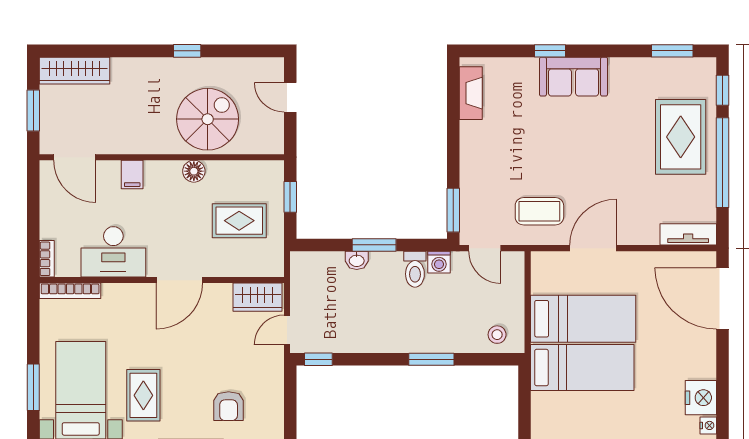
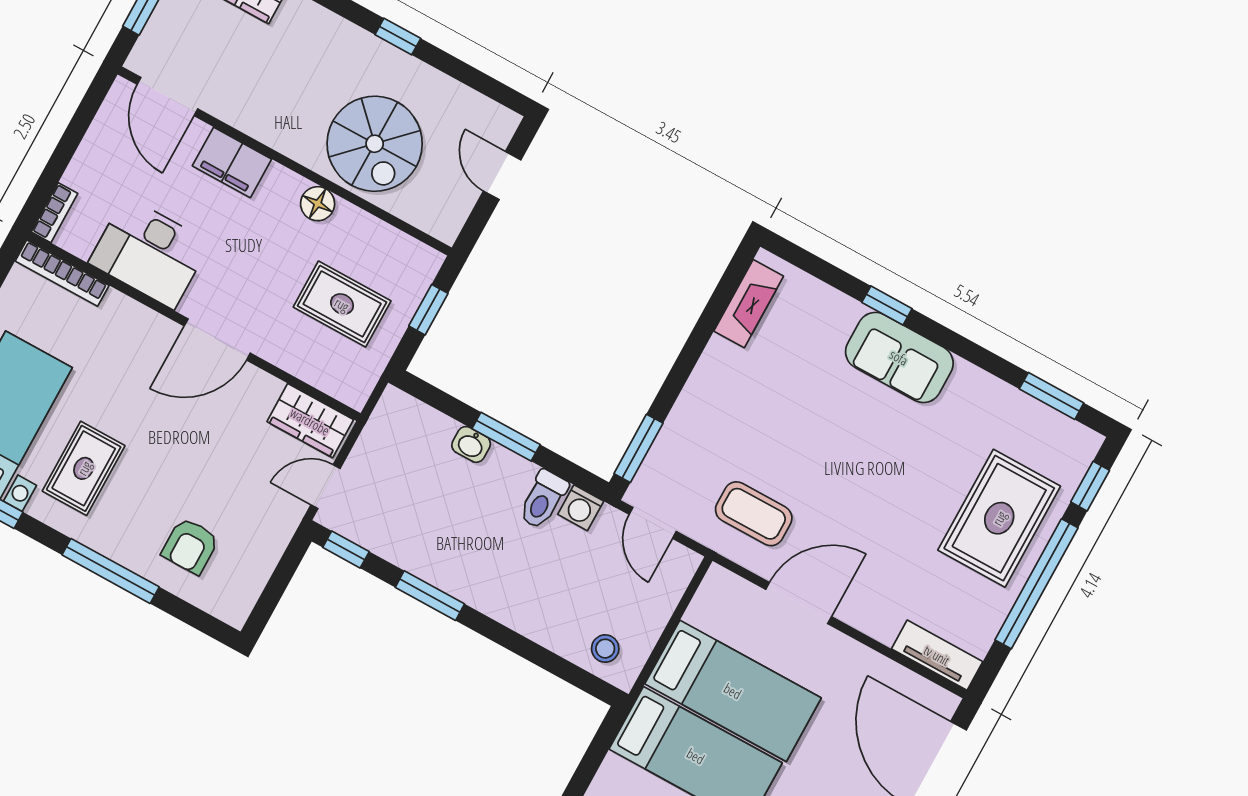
spiral stairs: (208, 119) -> (375, 144), turned 90
filing cabinet: (132, 175) -> (232, 162), width x2.00
window: (431, 359) -> (430, 596), moved

